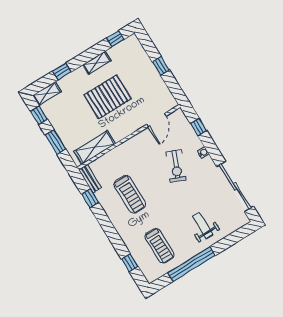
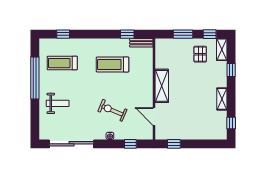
window: (161, 66) -> (174, 144), moved
pallet: (108, 97) -> (200, 54), moved, width x0.49, depth x0.50
shelving: (95, 147) -> (162, 86), moved

